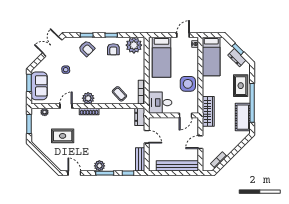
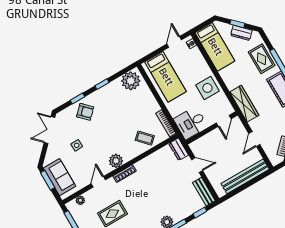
armchair: (113, 49) -> (113, 97), removed

